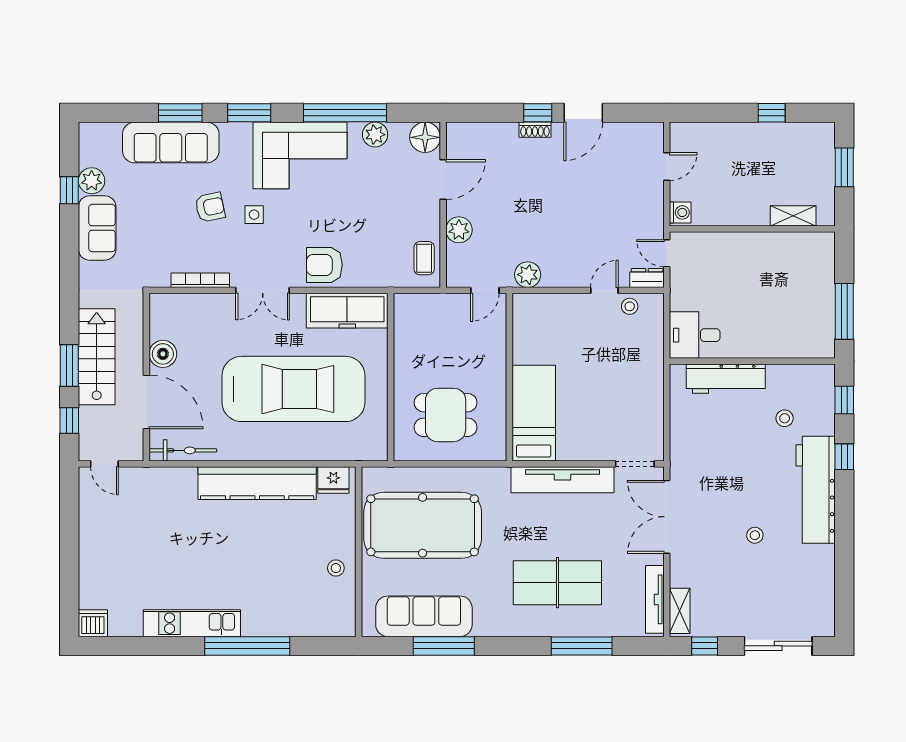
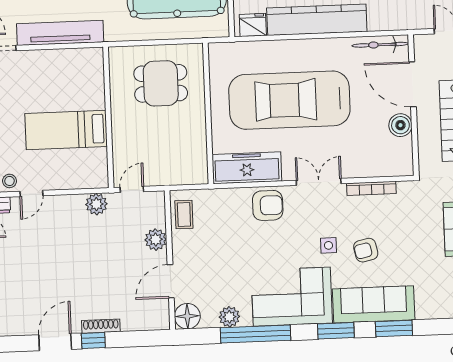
shoe rack: (535, 130) -> (101, 326), width x1.43
sofa: (171, 142) -> (374, 304), moved
bed: (534, 413) -> (66, 130), moved, turned 90

